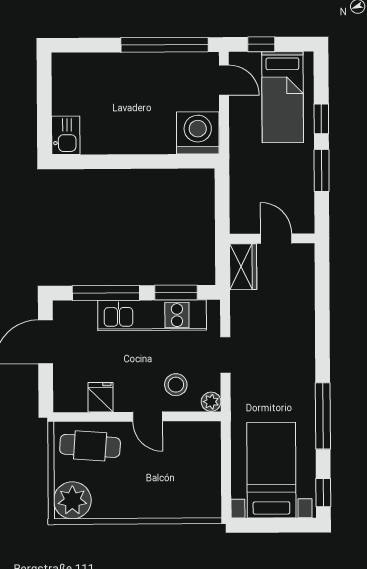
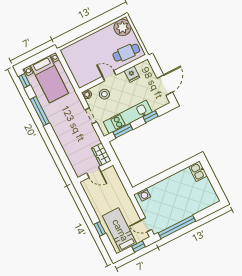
washing machine: (198, 133) -> (144, 195), width x0.53, depth x0.53
window: (322, 171) -> (89, 208), removed
window: (106, 293) -> (151, 117), width x0.46

